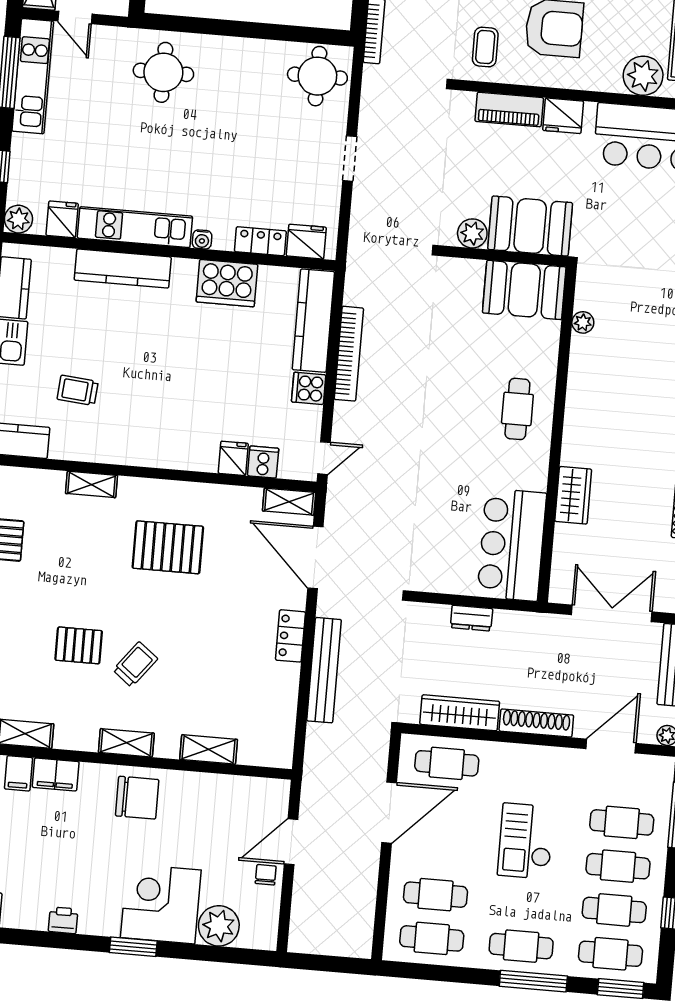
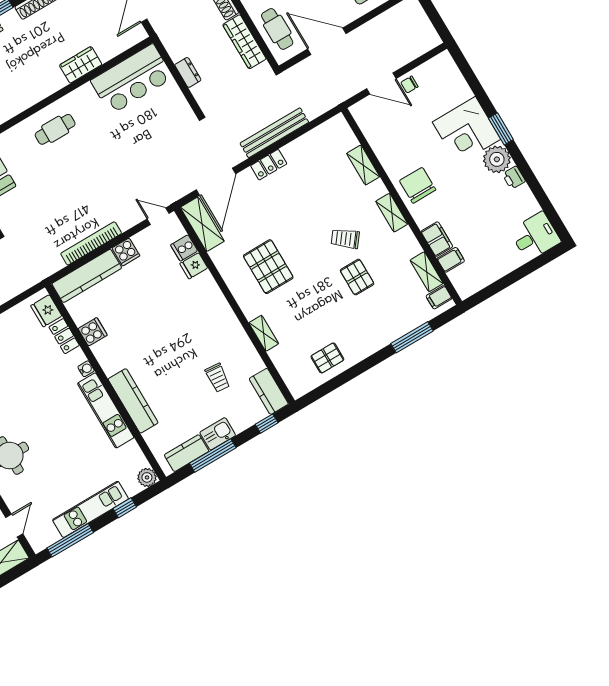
kitchen unit: (33, 76) -> (91, 509), moved
fridge: (62, 219) -> (130, 453), removed
cooker: (227, 283) -> (93, 332), width x0.53, depth x0.76
shelving: (289, 502) -> (202, 224), width x1.50, depth x1.33
plant: (219, 926) -> (497, 159), moved

